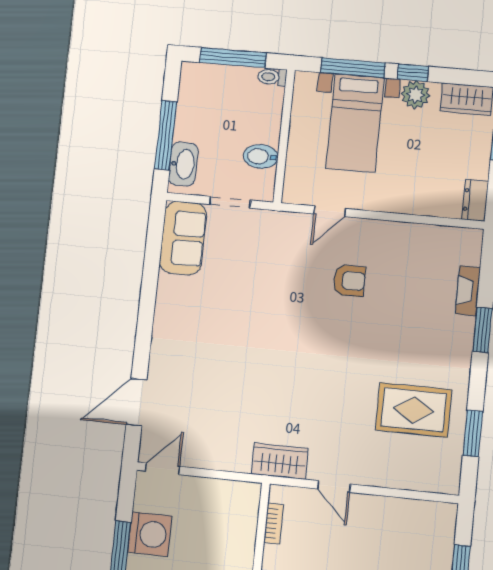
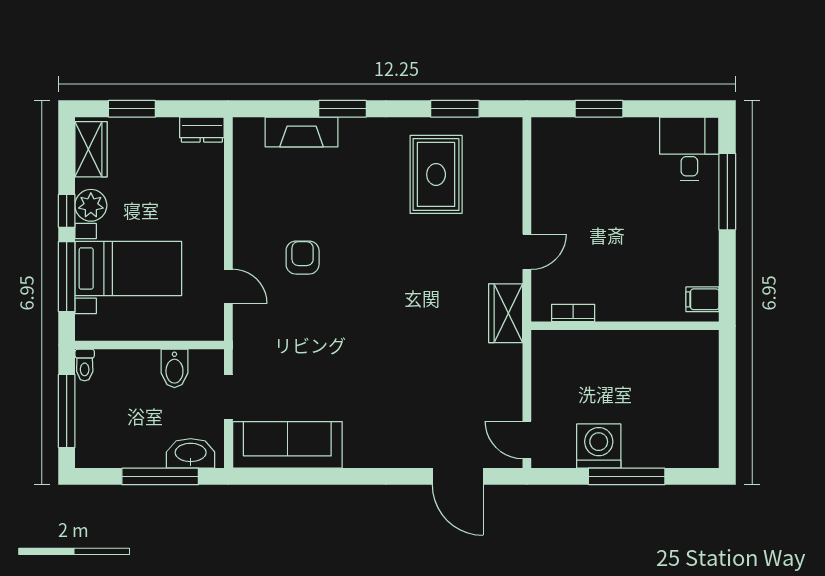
sofa: (183, 238) -> (287, 445), width x1.36
fireplace: (468, 291) -> (302, 132), width x1.37, depth x1.32

